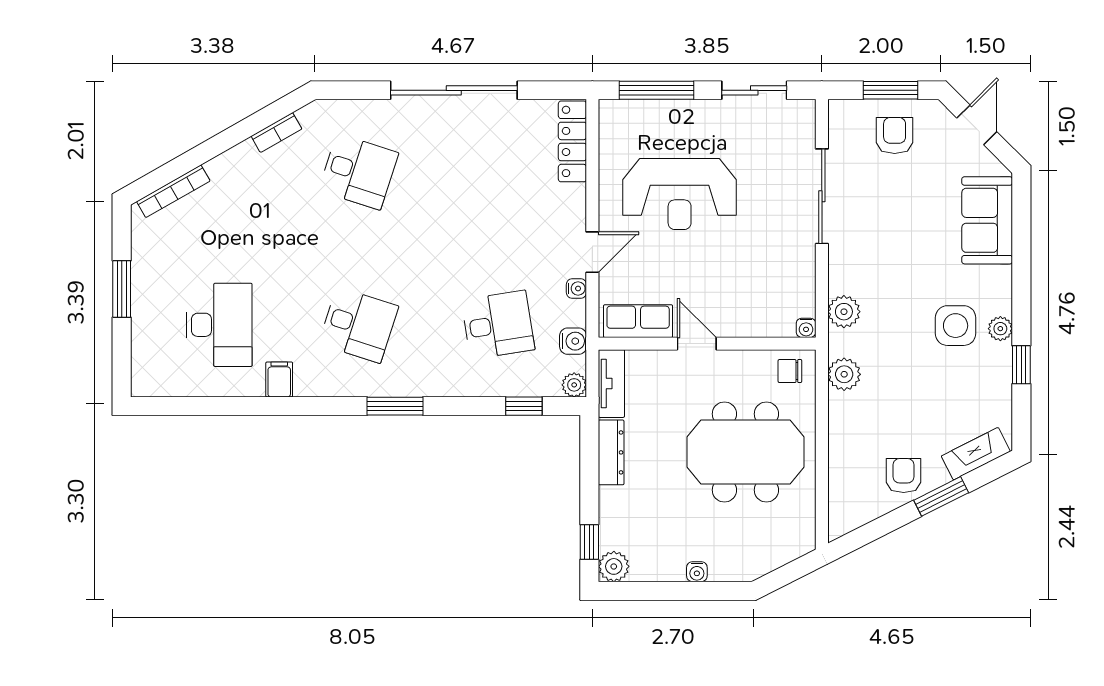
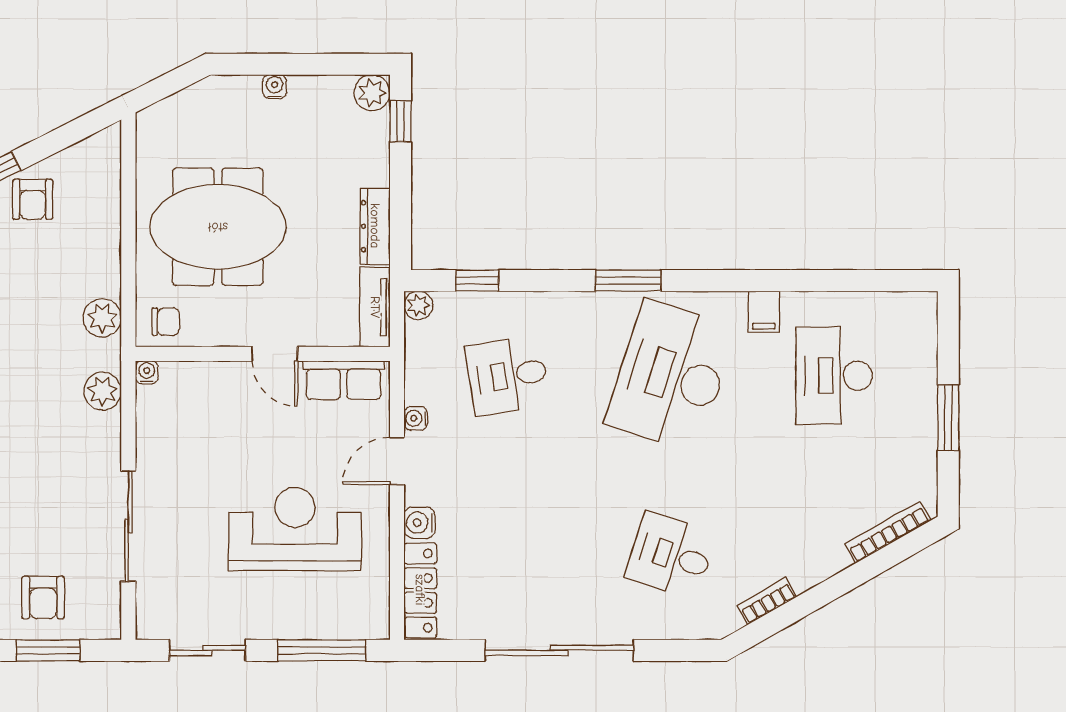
desk: (359, 325) -> (671, 376), width x1.87, depth x1.30
water cooler: (573, 341) -> (420, 523), moved

